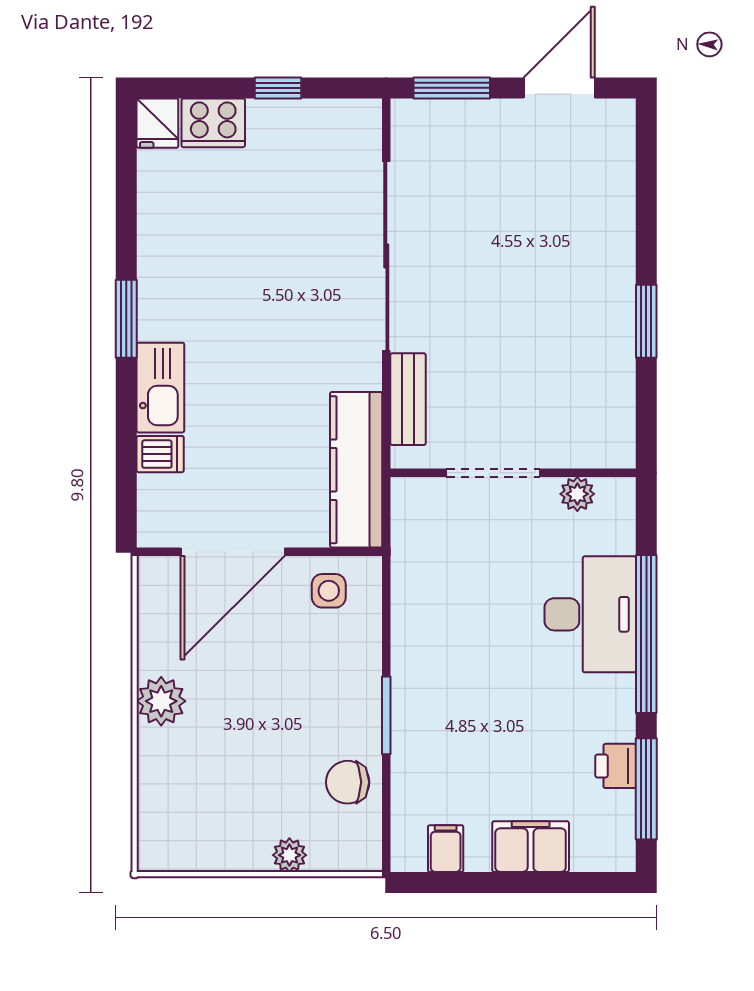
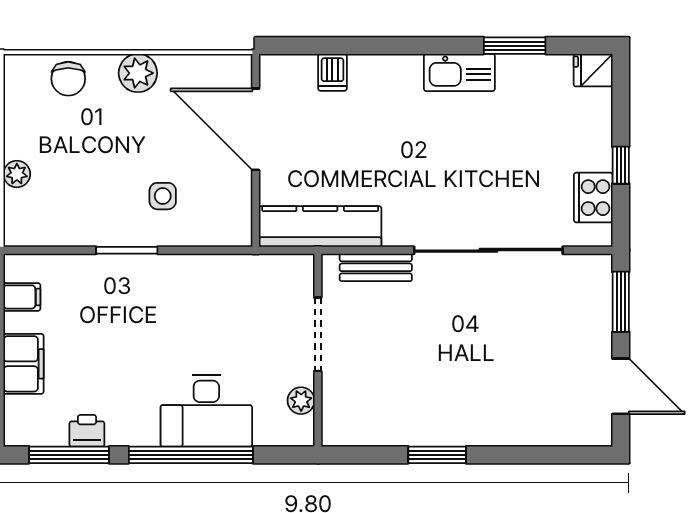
cooker: (213, 123) -> (593, 198), moved
window: (126, 319) -> (515, 46), moved
kitchen sink: (160, 388) -> (459, 72), moved
side table: (329, 591) -> (163, 196), moved
chair: (348, 782) -> (68, 79), moved, turned 180

